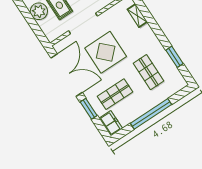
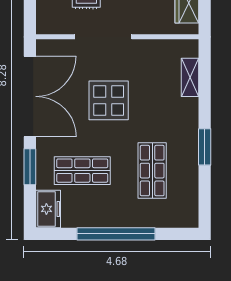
display table: (106, 52) -> (109, 100), width x0.73, depth x0.73
window: (174, 57) -> (205, 147), moved

